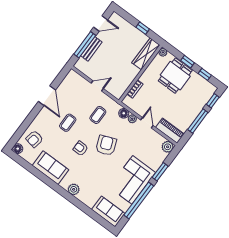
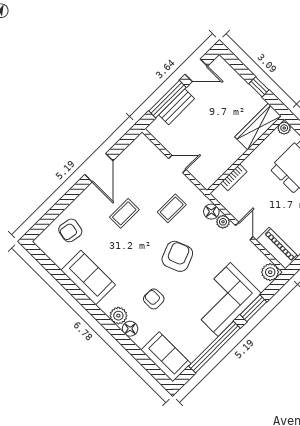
armchair: (81, 148) -> (154, 299), moved
floor lamp: (18, 149) -> (130, 329), moved
corner sofa: (132, 180) -> (224, 300), moved

